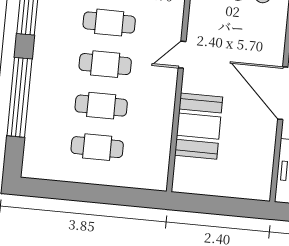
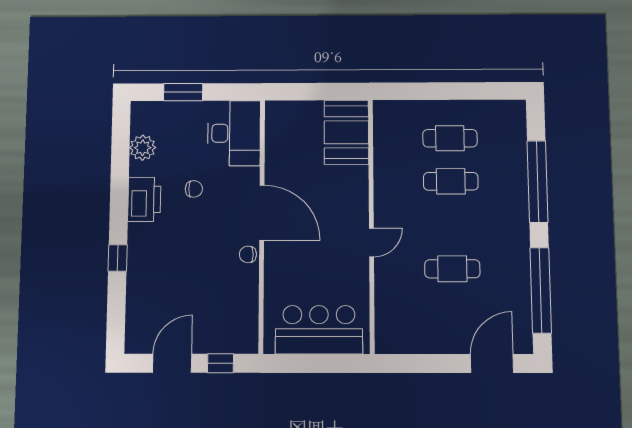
cafe table: (105, 64) -> (452, 225), removed
booth: (199, 126) -> (346, 132), moved

